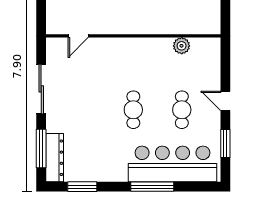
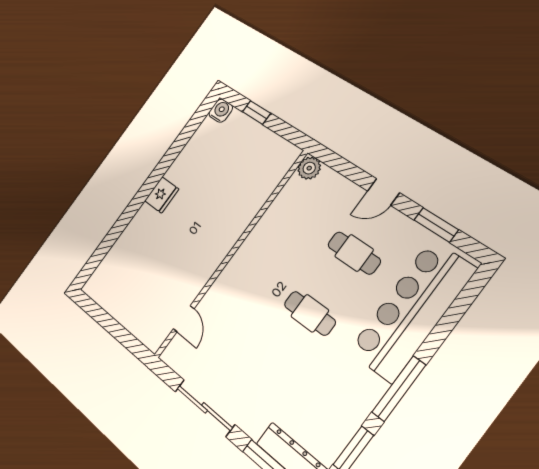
plant: (182, 46) -> (309, 168), moved
window: (152, 187) -> (399, 389), moved

